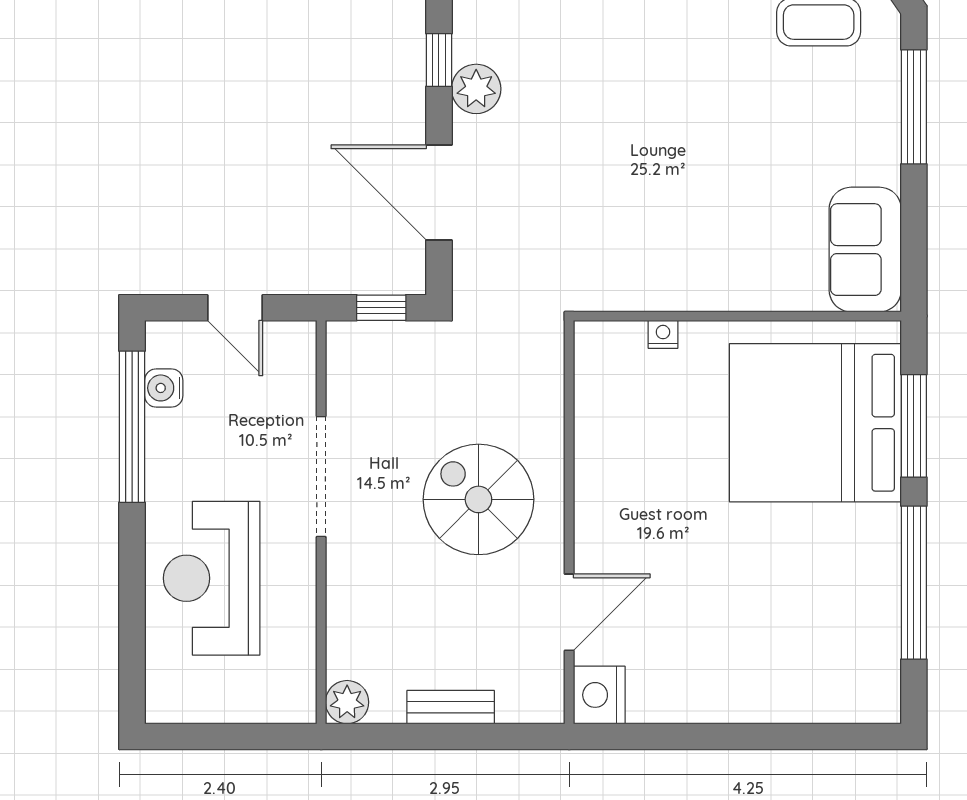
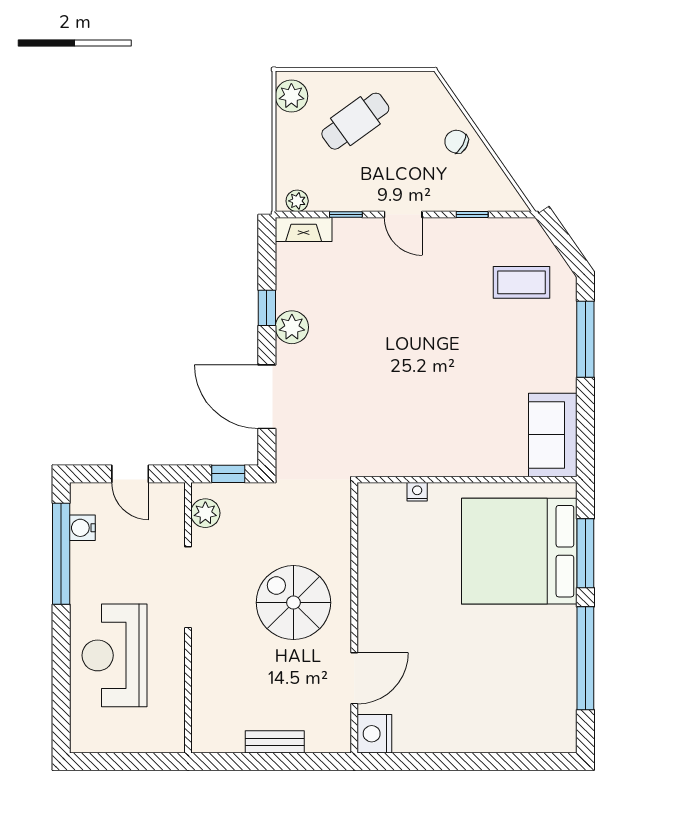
plant: (347, 702) -> (205, 513), moved

